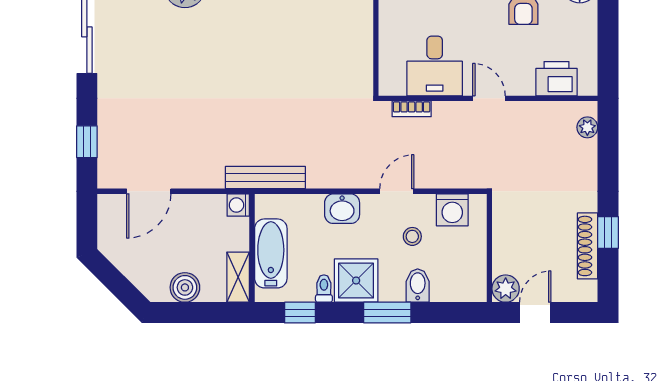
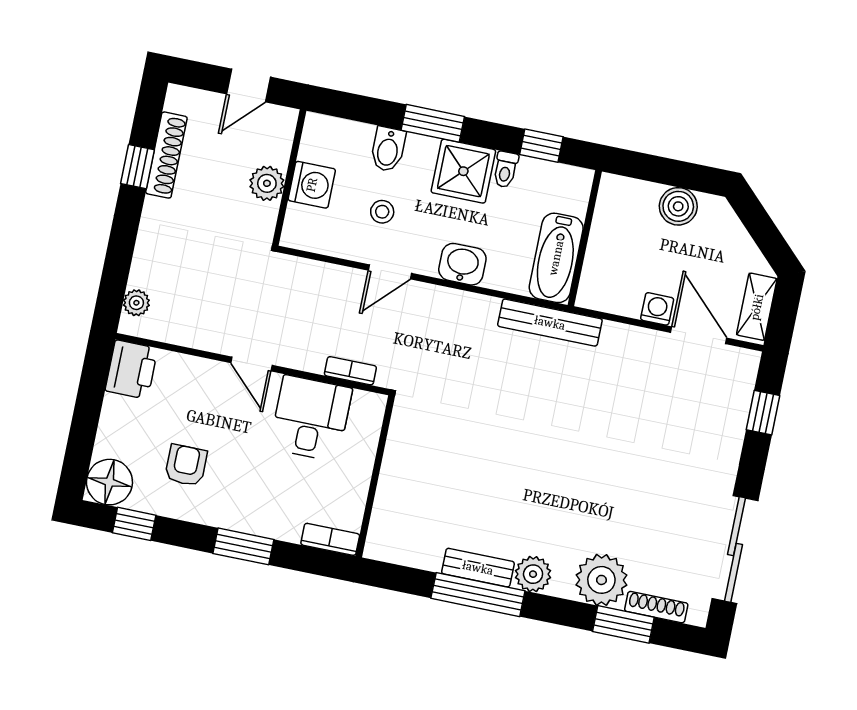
printer: (556, 79) -> (131, 370), moved, turned -90
door: (149, 191) -> (699, 335), hinge flipped
washing machine: (238, 205) -> (657, 309), moved, turned -90
washing machine: (452, 210) -> (312, 185), moved, turned 90
bathtub: (271, 253) -> (556, 258), moved
shelving: (238, 277) -> (757, 307), moved
plant: (506, 289) -> (267, 183), moved

